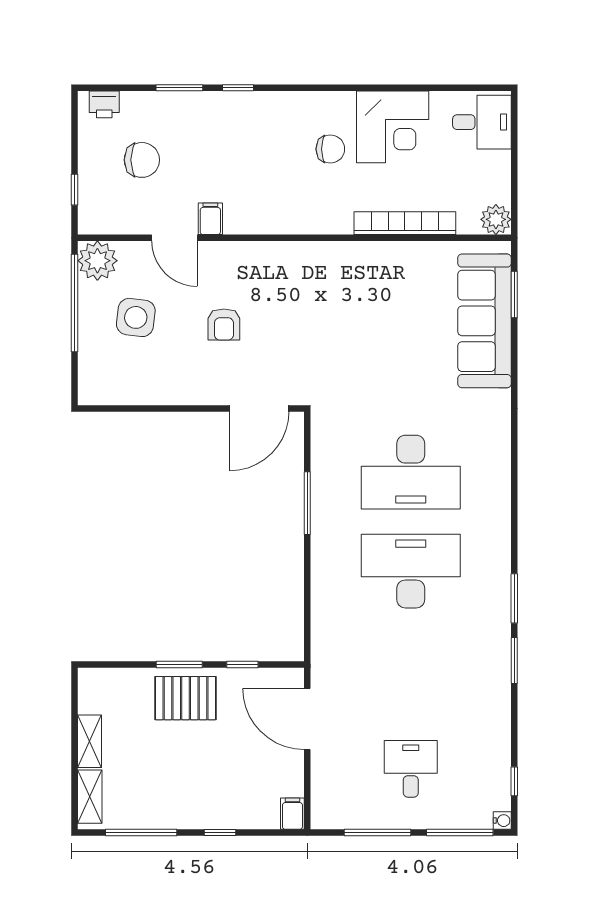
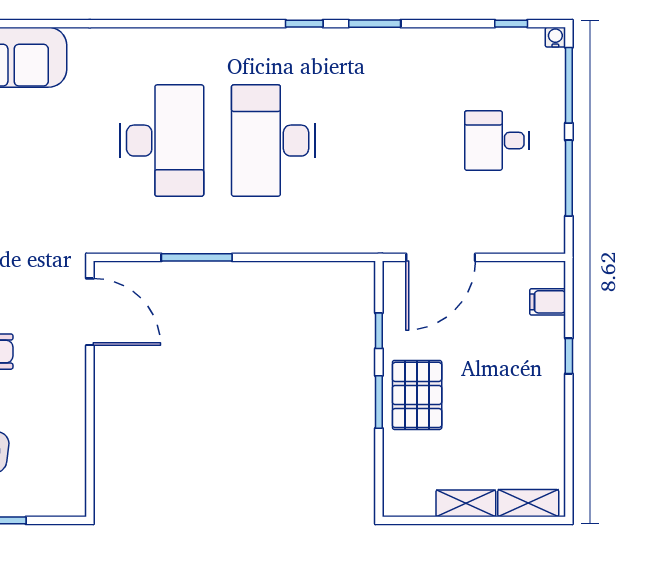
window: (514, 598) -> (304, 24), width x0.67
filing cabinet: (292, 814) -> (548, 302), moved
window: (141, 833) -> (569, 445), removed

